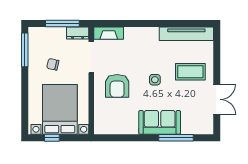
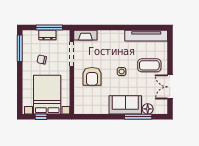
dresser: (78, 33) -> (47, 35), moved
double door: (217, 99) -> (170, 87), swing flipped
floor lamp: (188, 128) -> (148, 109), added

